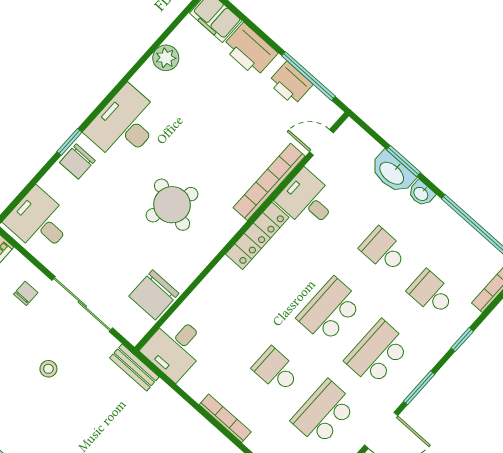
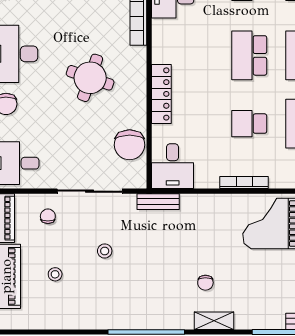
locker: (257, 236) -> (161, 94), moved

